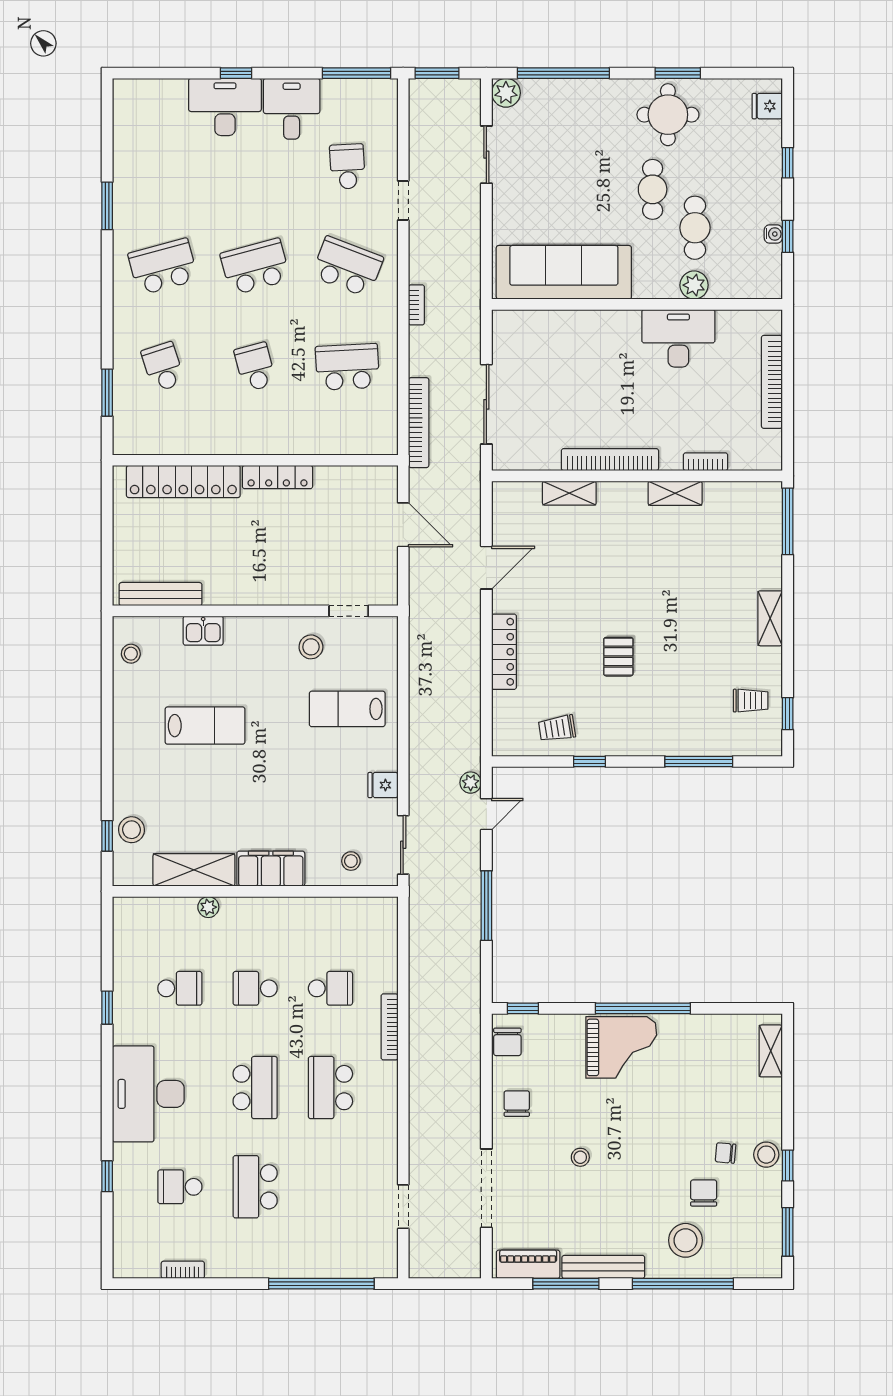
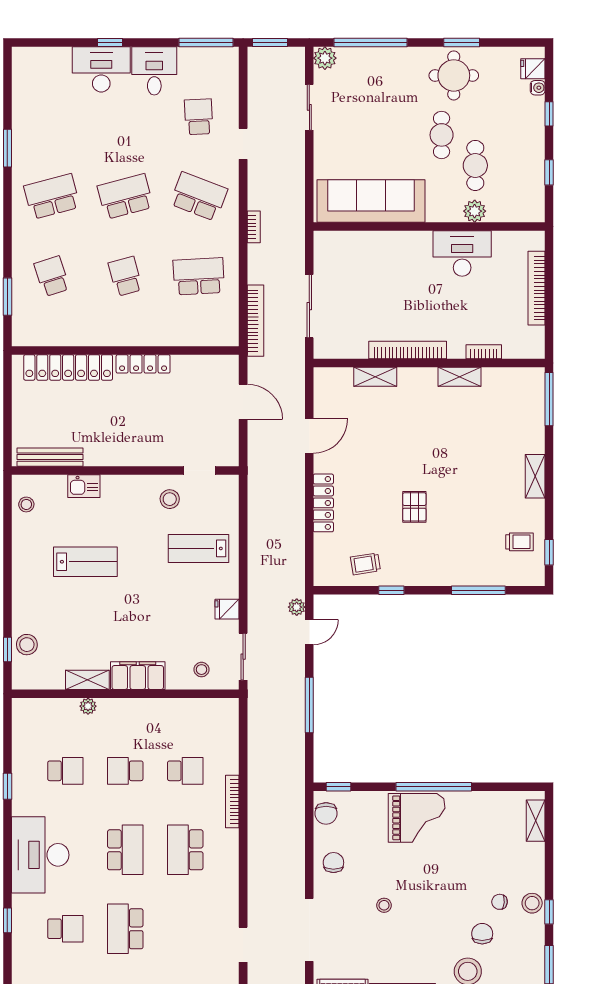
water cooler: (773, 234) -> (538, 88), moved
shelving: (194, 870) -> (87, 680), width x0.67, depth x0.75
school desk: (180, 1187) -> (65, 929), turned 180

